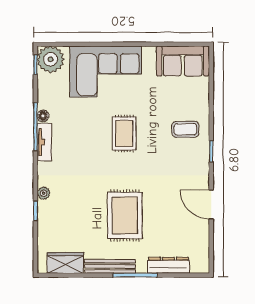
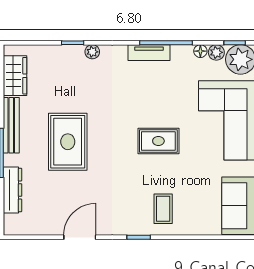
plant: (44, 81) -> (216, 52), added
floor lamp: (43, 116) -> (200, 51), moved
rug: (125, 215) -> (68, 142), turned 90

